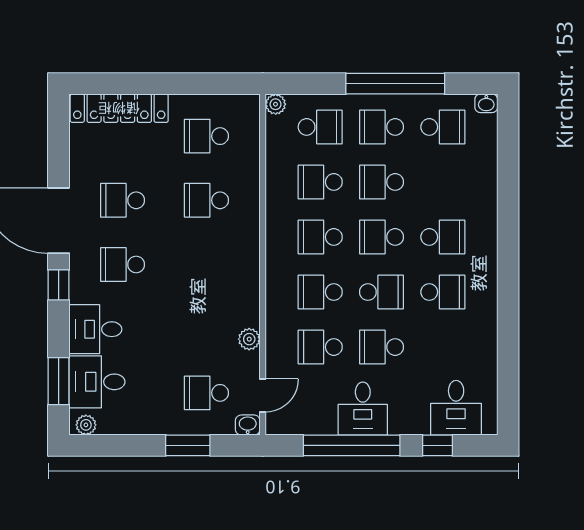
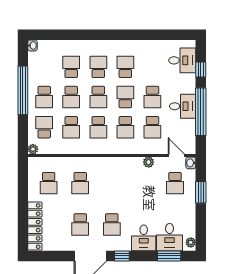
school desk: (443, 127) -> (71, 67), moved

